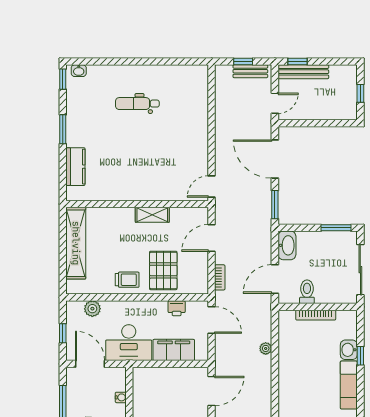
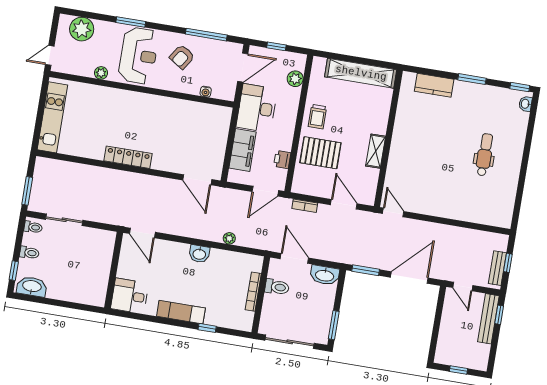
washbasin: (349, 350) -> (199, 254), moved, turned 180

